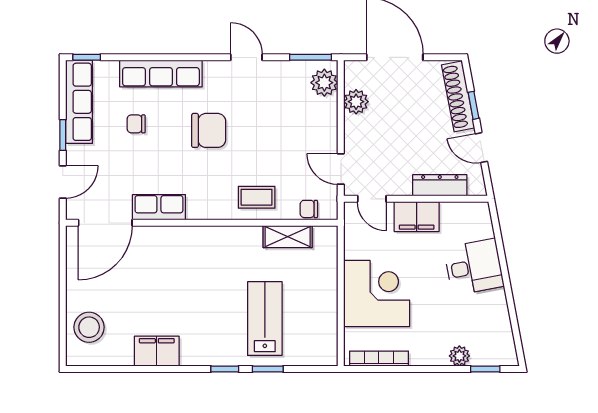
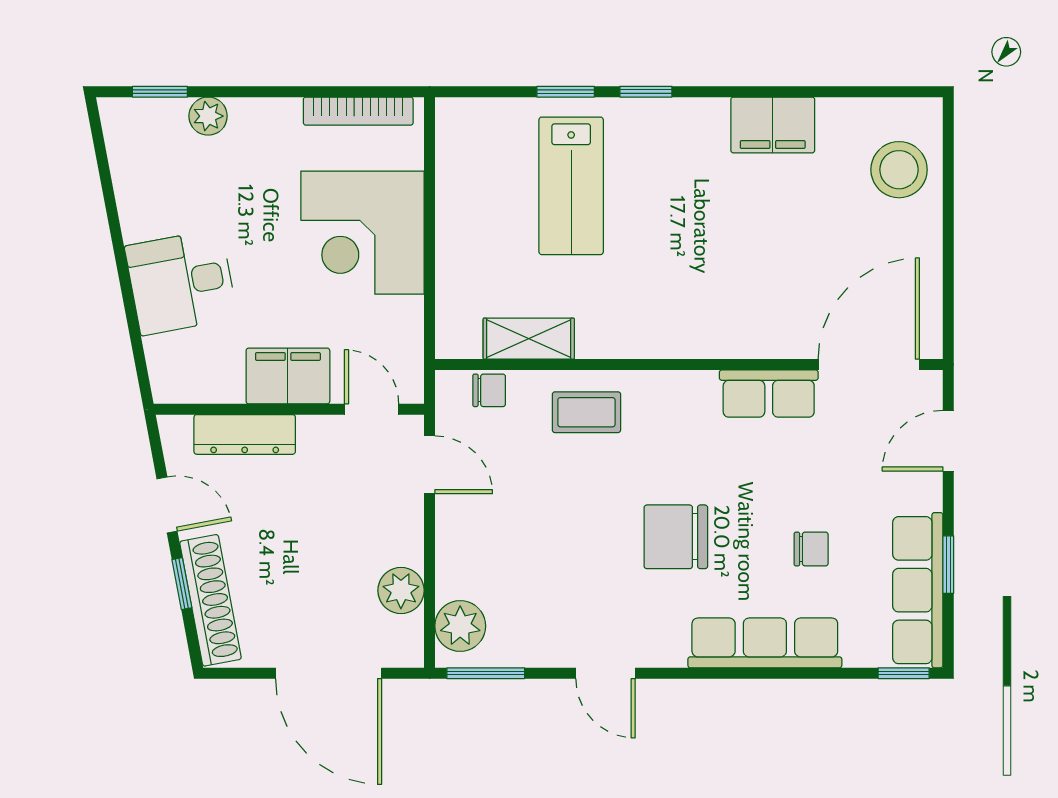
window: (63, 135) -> (948, 565), moved

